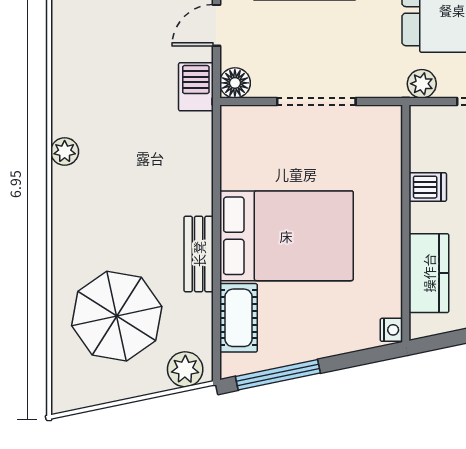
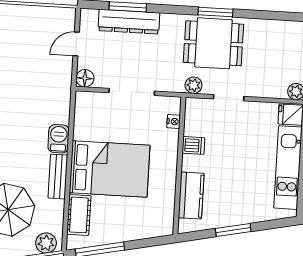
barbecue: (196, 87) -> (59, 139), moved
nightstand: (391, 330) -> (174, 121), moved

